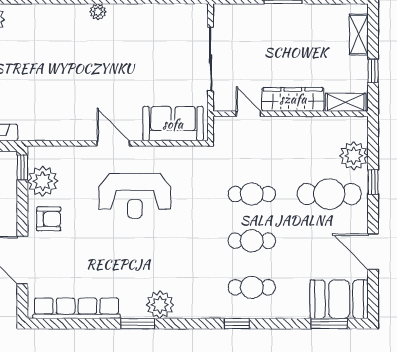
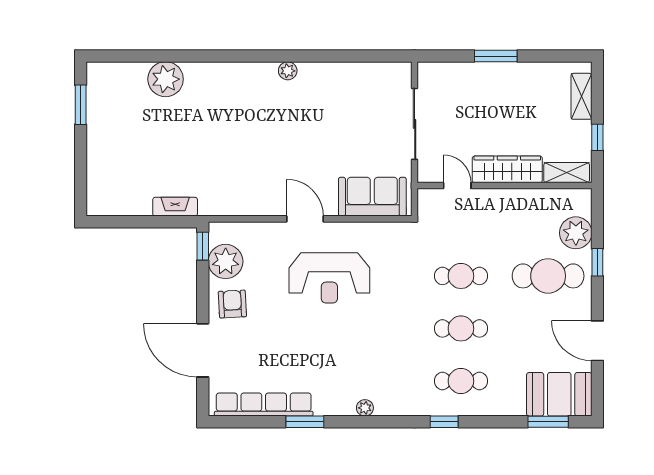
armchair: (49, 219) -> (232, 304), turned -93
plant: (160, 305) -> (365, 408), width x0.53, depth x0.53
window: (138, 324) -> (305, 422), moved

